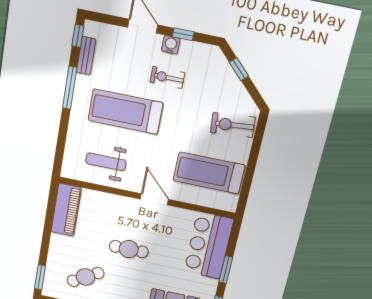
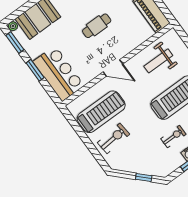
exercise bike: (233, 125) -> (113, 138), moved
weight bench: (106, 162) -> (158, 61), turned 180

